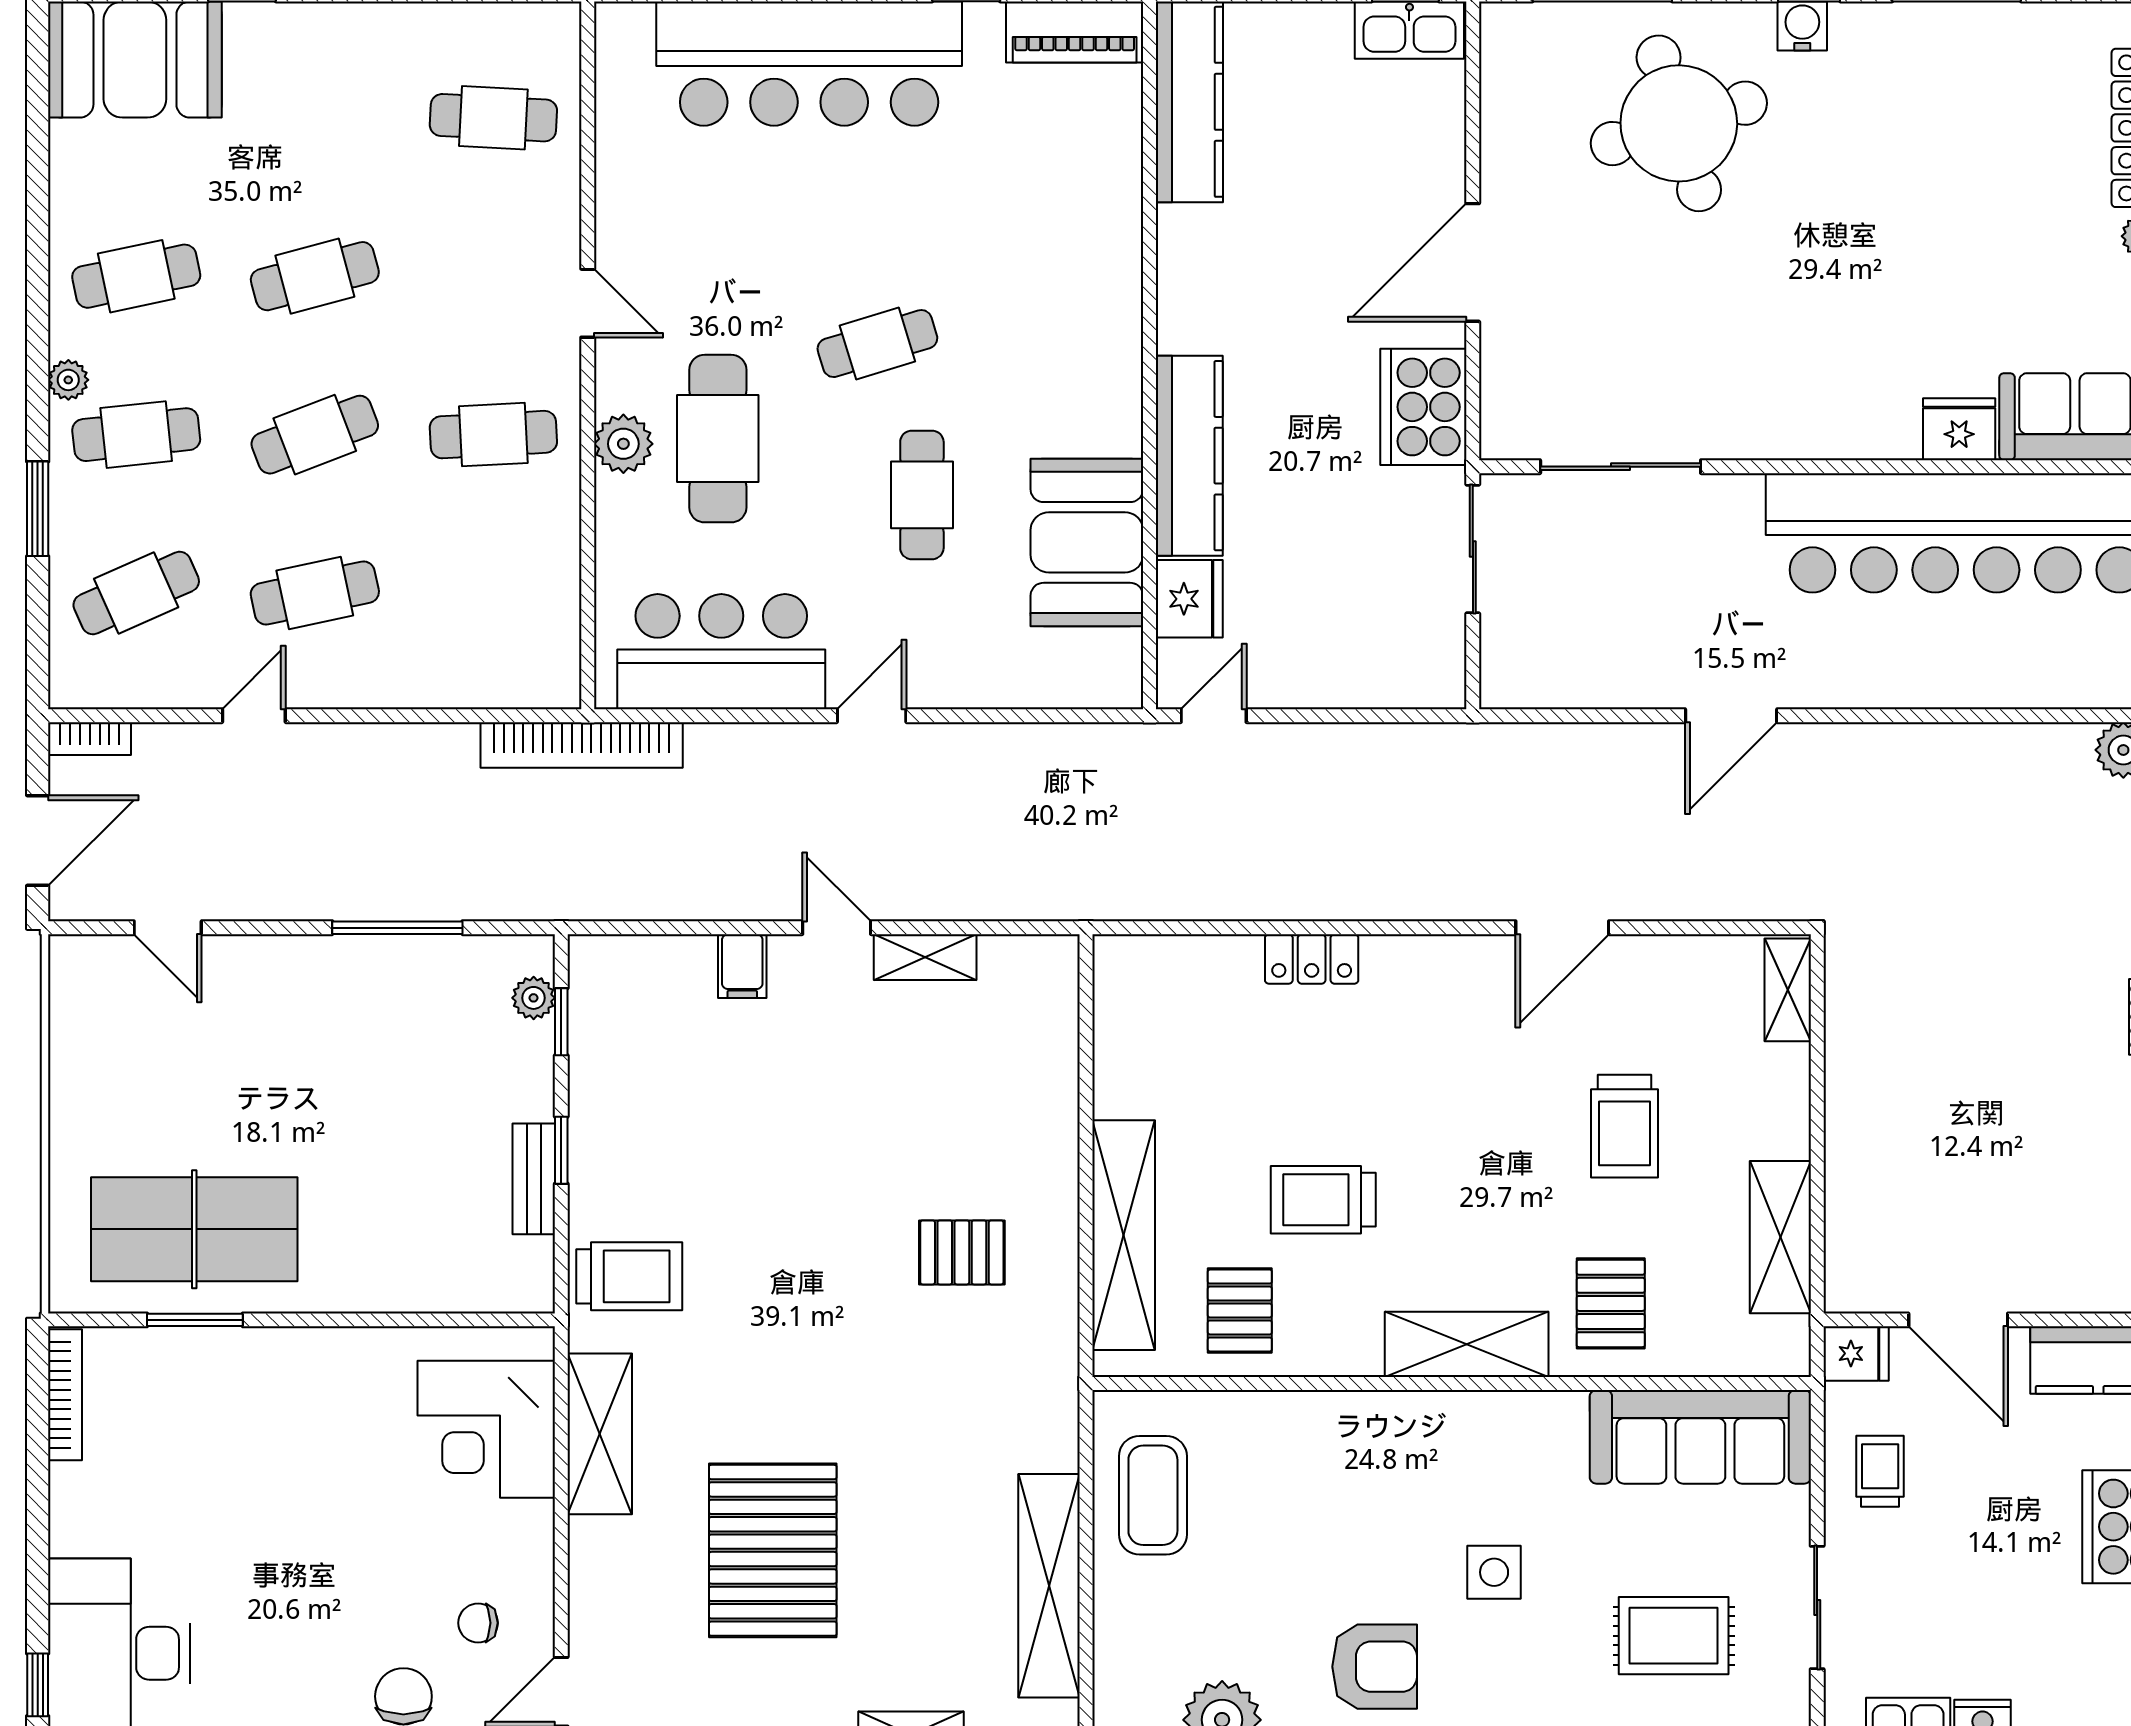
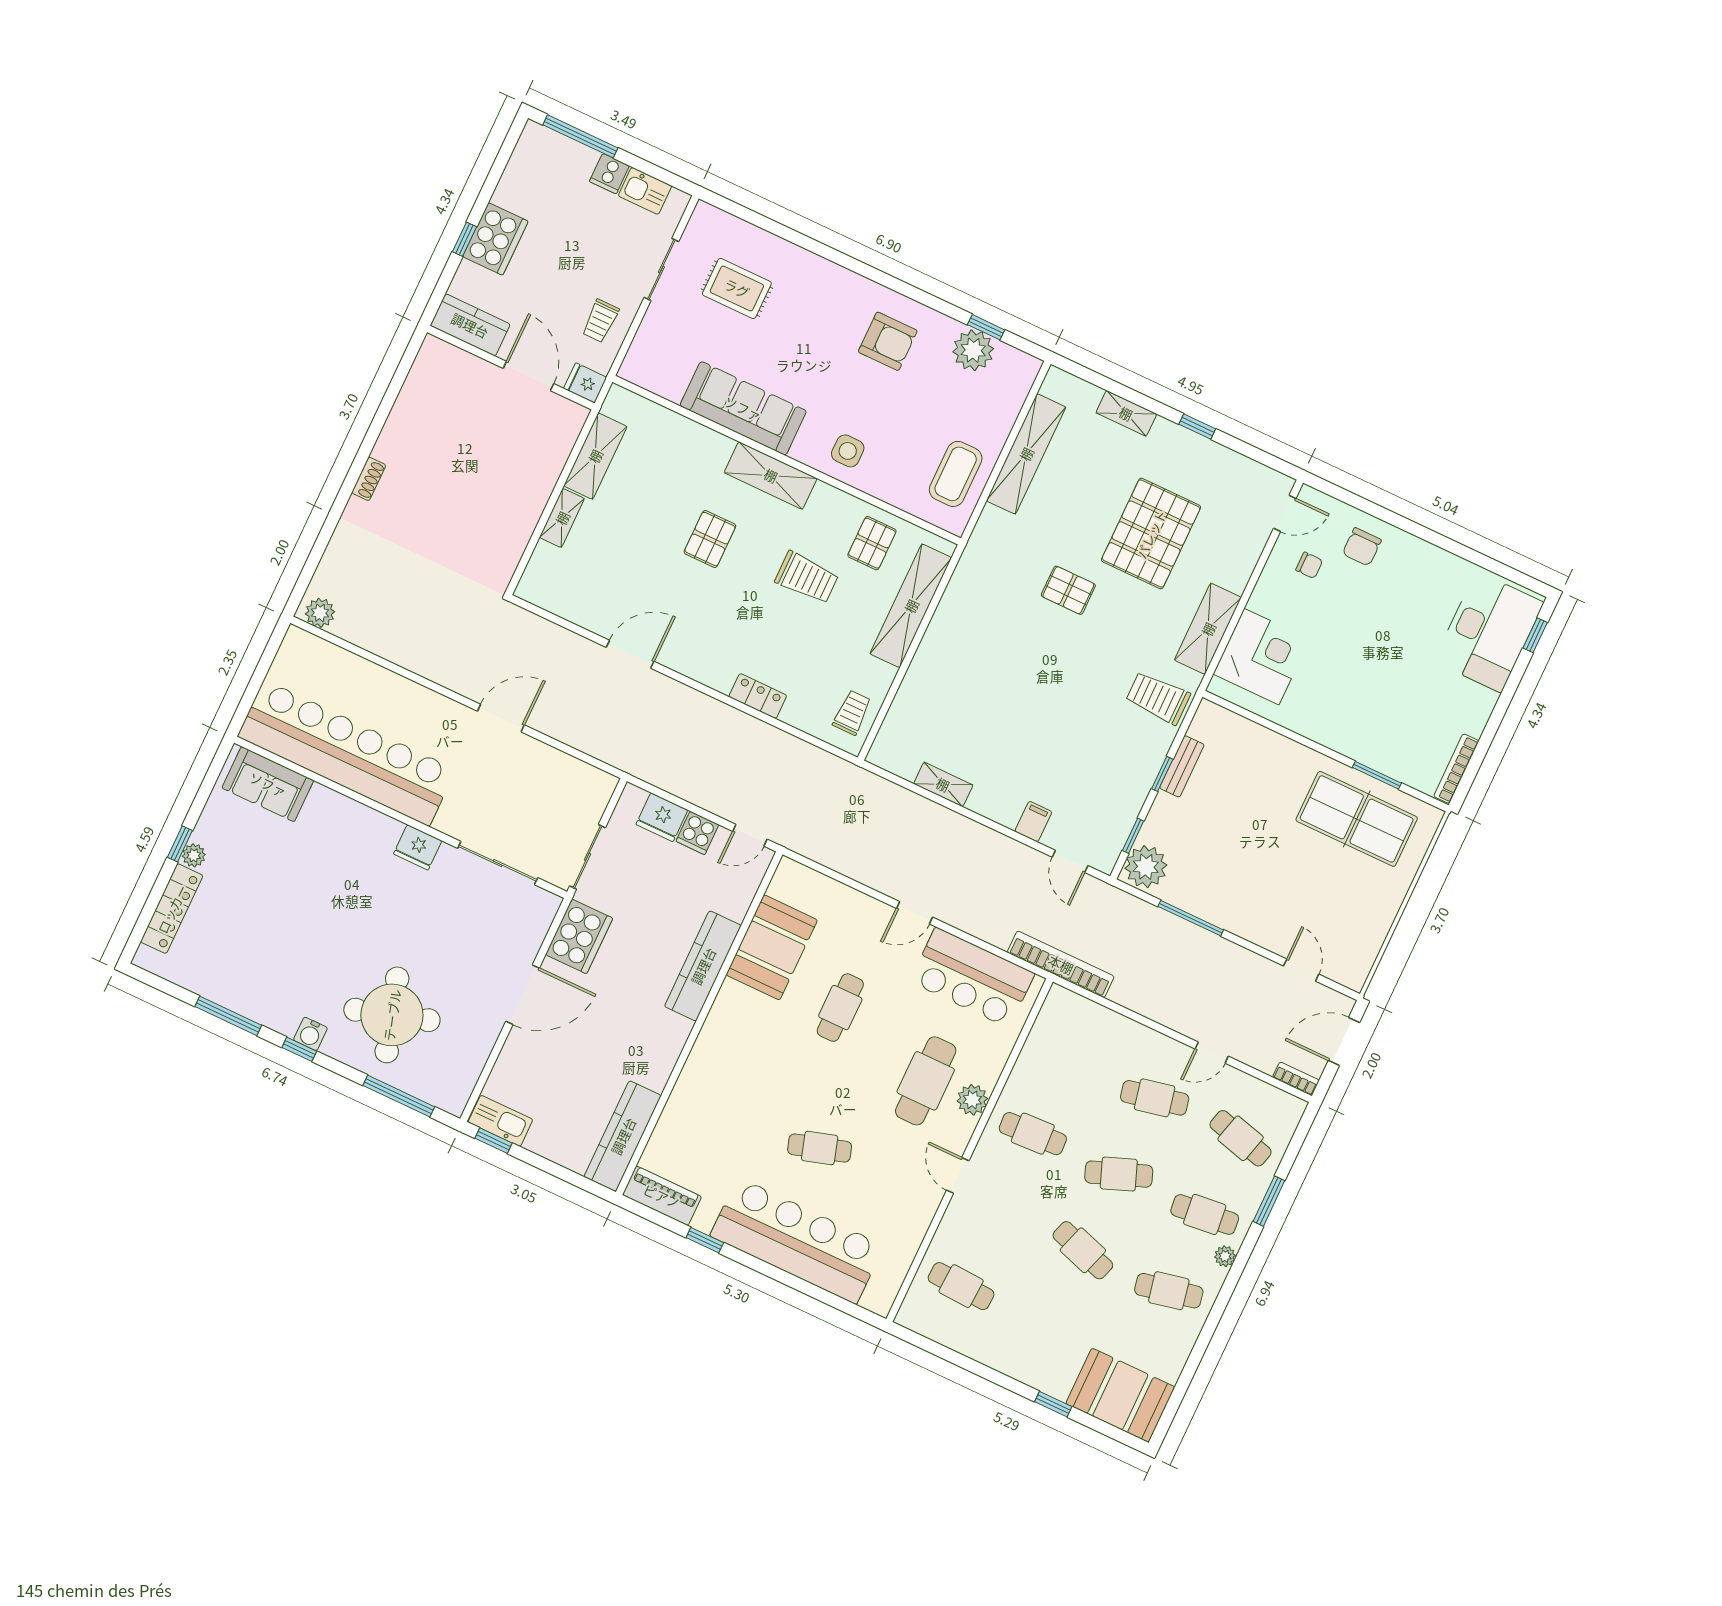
cafe table: (315, 276) -> (1083, 1250), turned 33
cafe table: (877, 344) -> (820, 1148), moved
fridge: (1959, 429) -> (418, 847), moved
cafe table: (136, 593) -> (1241, 1138), turned 39
fridge: (1189, 599) -> (662, 817), moved, turned -90
cooker: (1305, 678) -> (697, 833), added
door: (837, 928) -> (1070, 861), moved
shelving: (1788, 990) -> (562, 518), moved
plant: (534, 998) -> (1146, 867), width x1.88, depth x1.88
trolley: (1624, 1126) -> (852, 713), moved, width x0.73, depth x0.72
pallet: (962, 1252) -> (1068, 590), moved
pallet: (1611, 1303) -> (710, 539), moved
sofa: (1700, 1437) -> (743, 408), moved
side table: (1494, 1572) -> (848, 451), moved
armchair: (1375, 1667) -> (888, 341), turned 180

